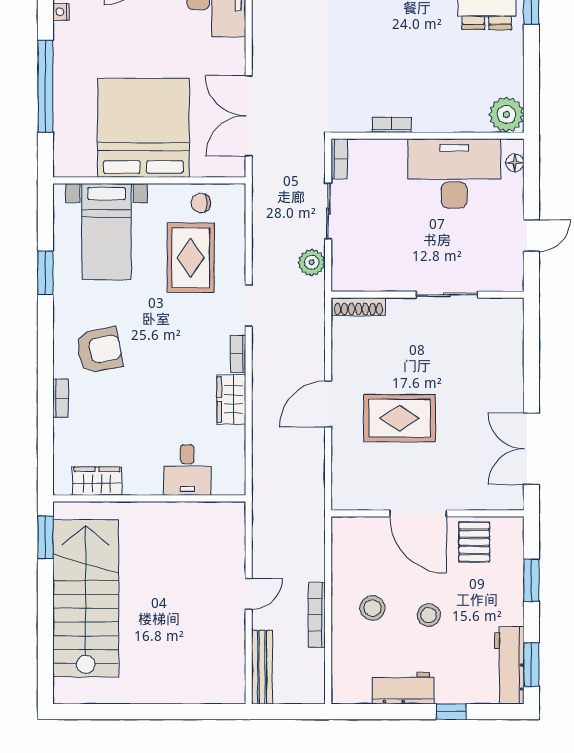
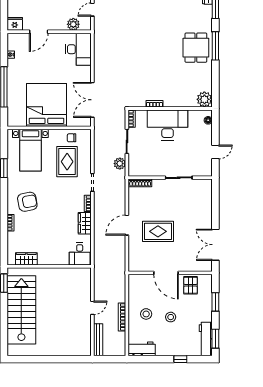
desk: (454, 173) -> (168, 125), moved
desk: (187, 470) -> (80, 254), moved
workbench: (403, 688) -> (142, 349), moved

